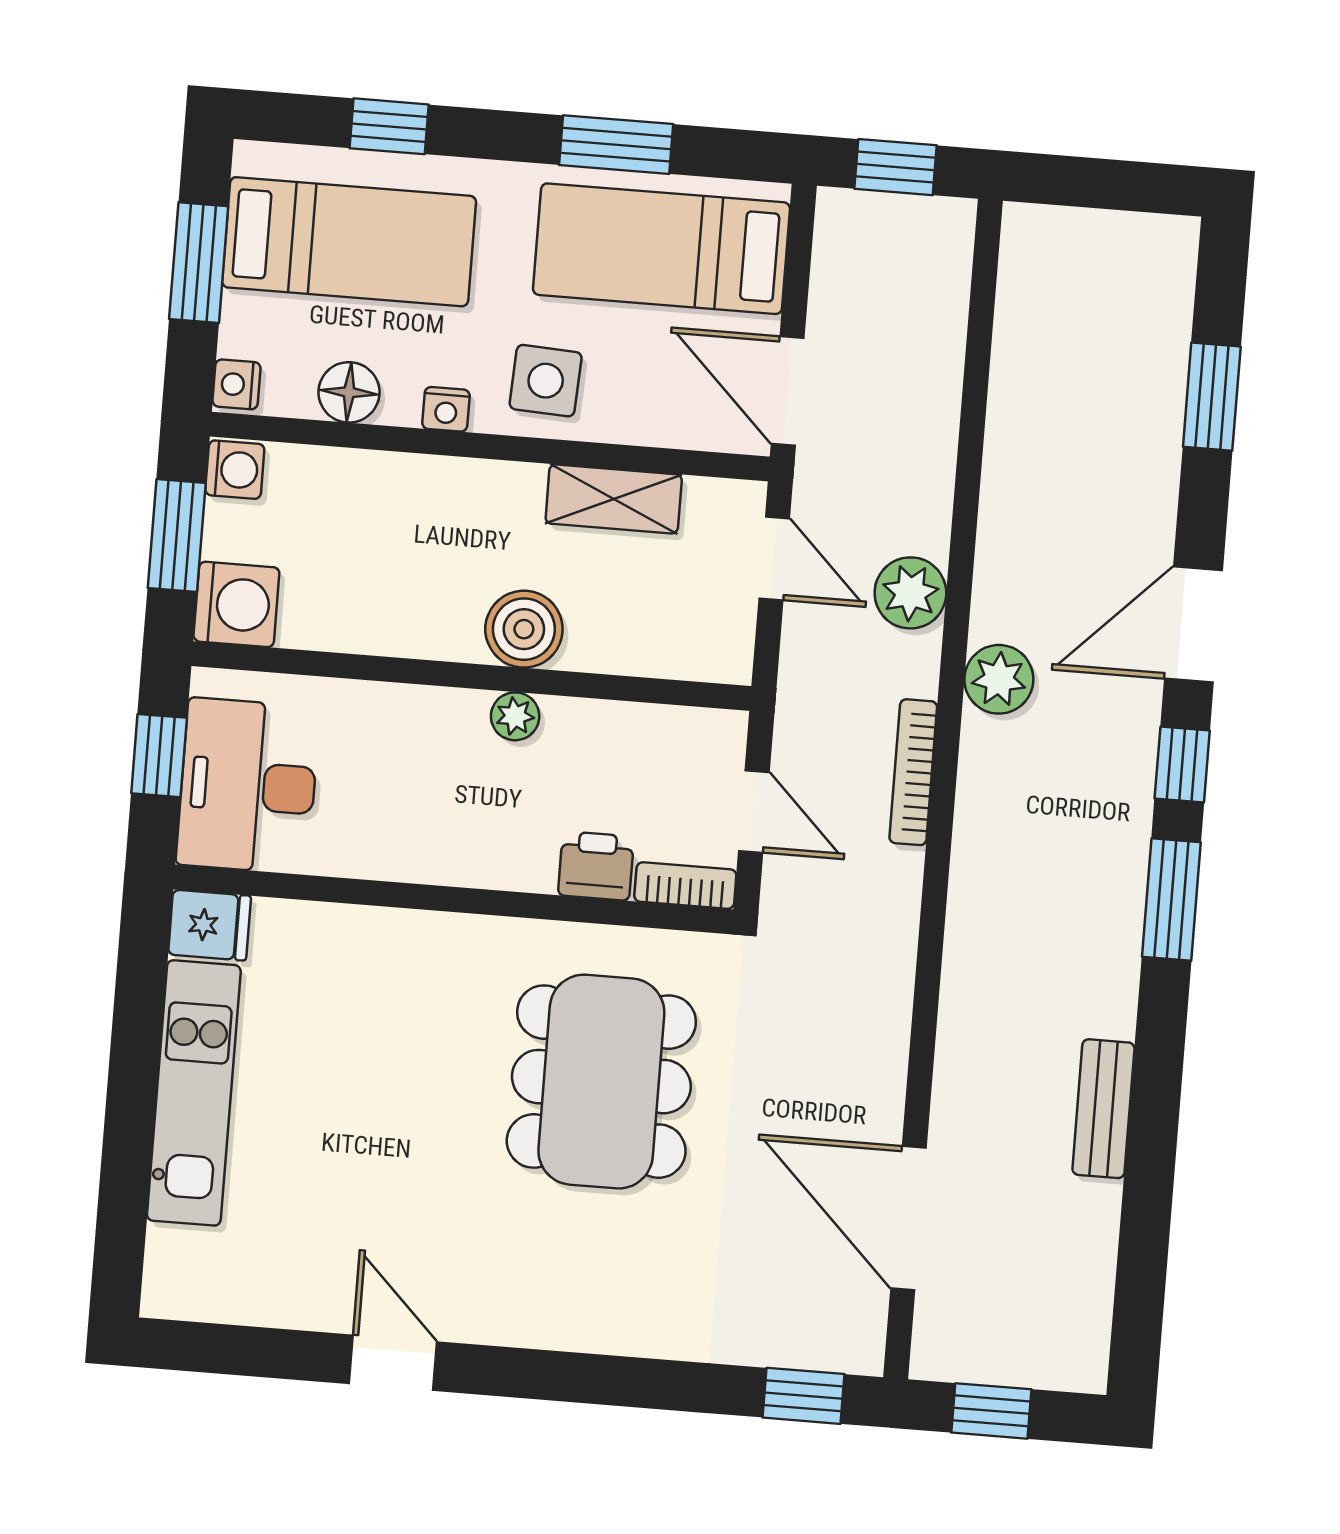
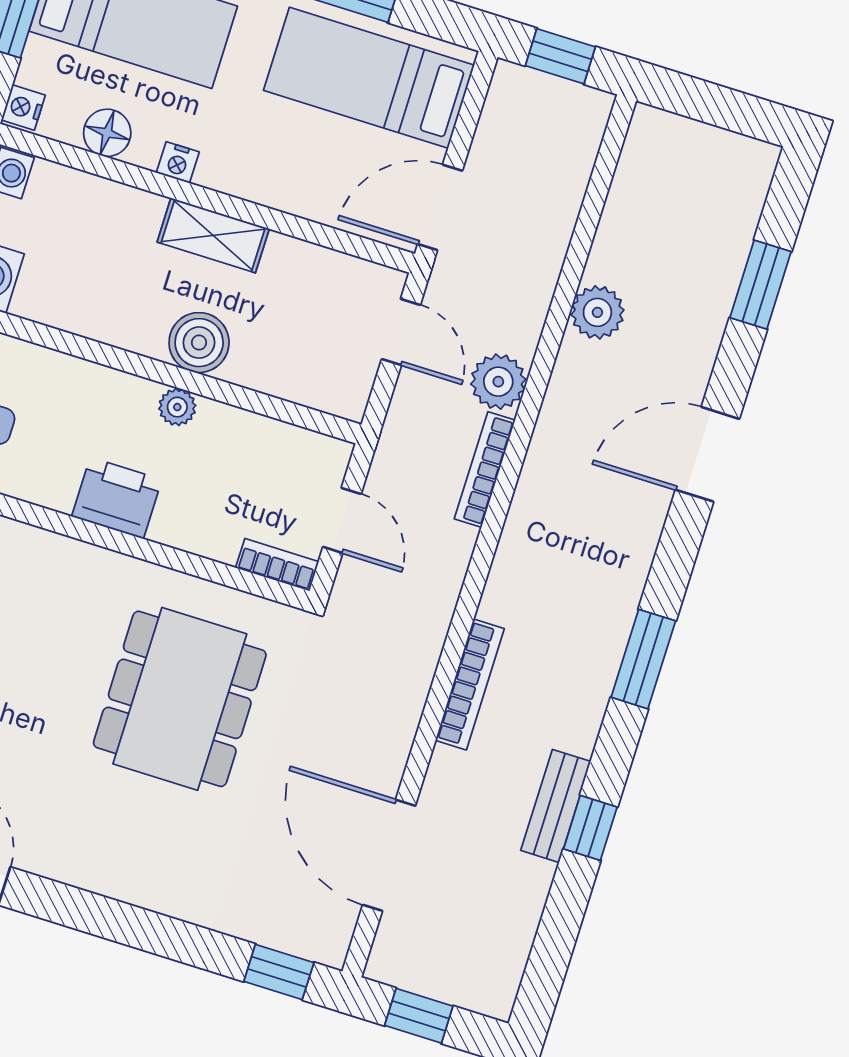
side table: (546, 381) -> (258, 158), removed
door: (788, 391) -> (440, 207), hinge flipped
shelving: (614, 499) -> (213, 235), moved
plant: (999, 679) -> (597, 312), moved
window: (1182, 765) -> (590, 828), moved
bookcase: (913, 772) -> (485, 469), moved
printer: (596, 866) -> (117, 498), moved, width x1.36, depth x1.24
bookcase: (961, 981) -> (470, 684), added

